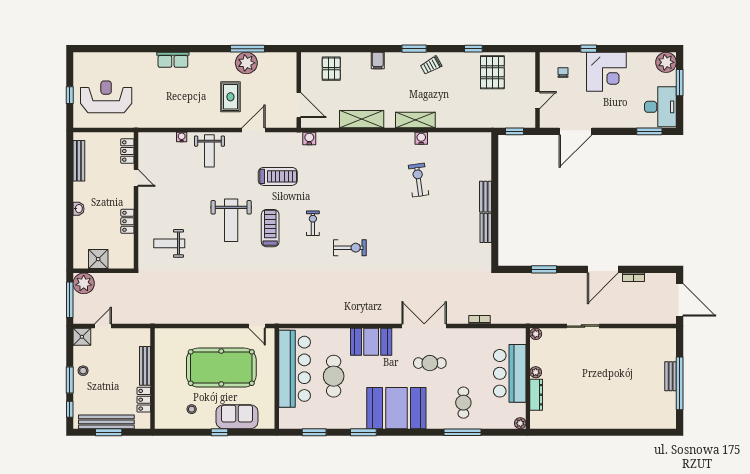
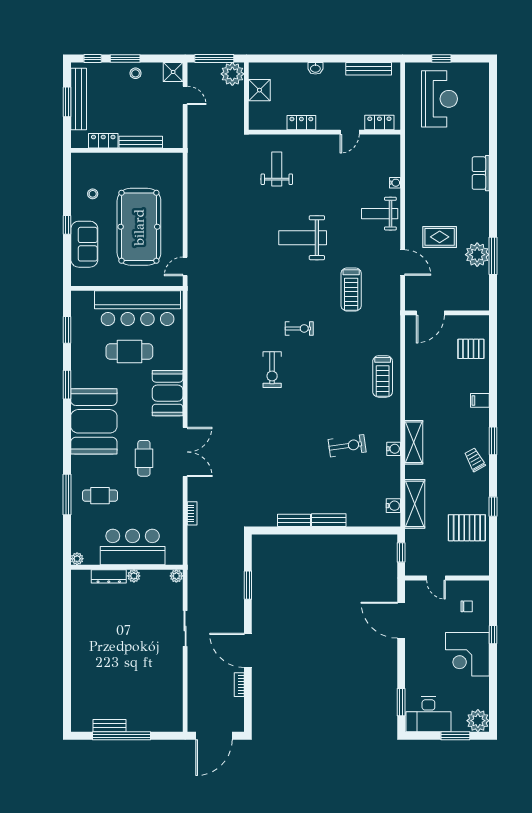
shelving: (362, 119) -> (415, 504), moved
water cooler: (309, 138) -> (393, 506), moved
treadmill: (270, 228) -> (383, 376), moved, turned 90
bench: (671, 376) -> (109, 726), moved

